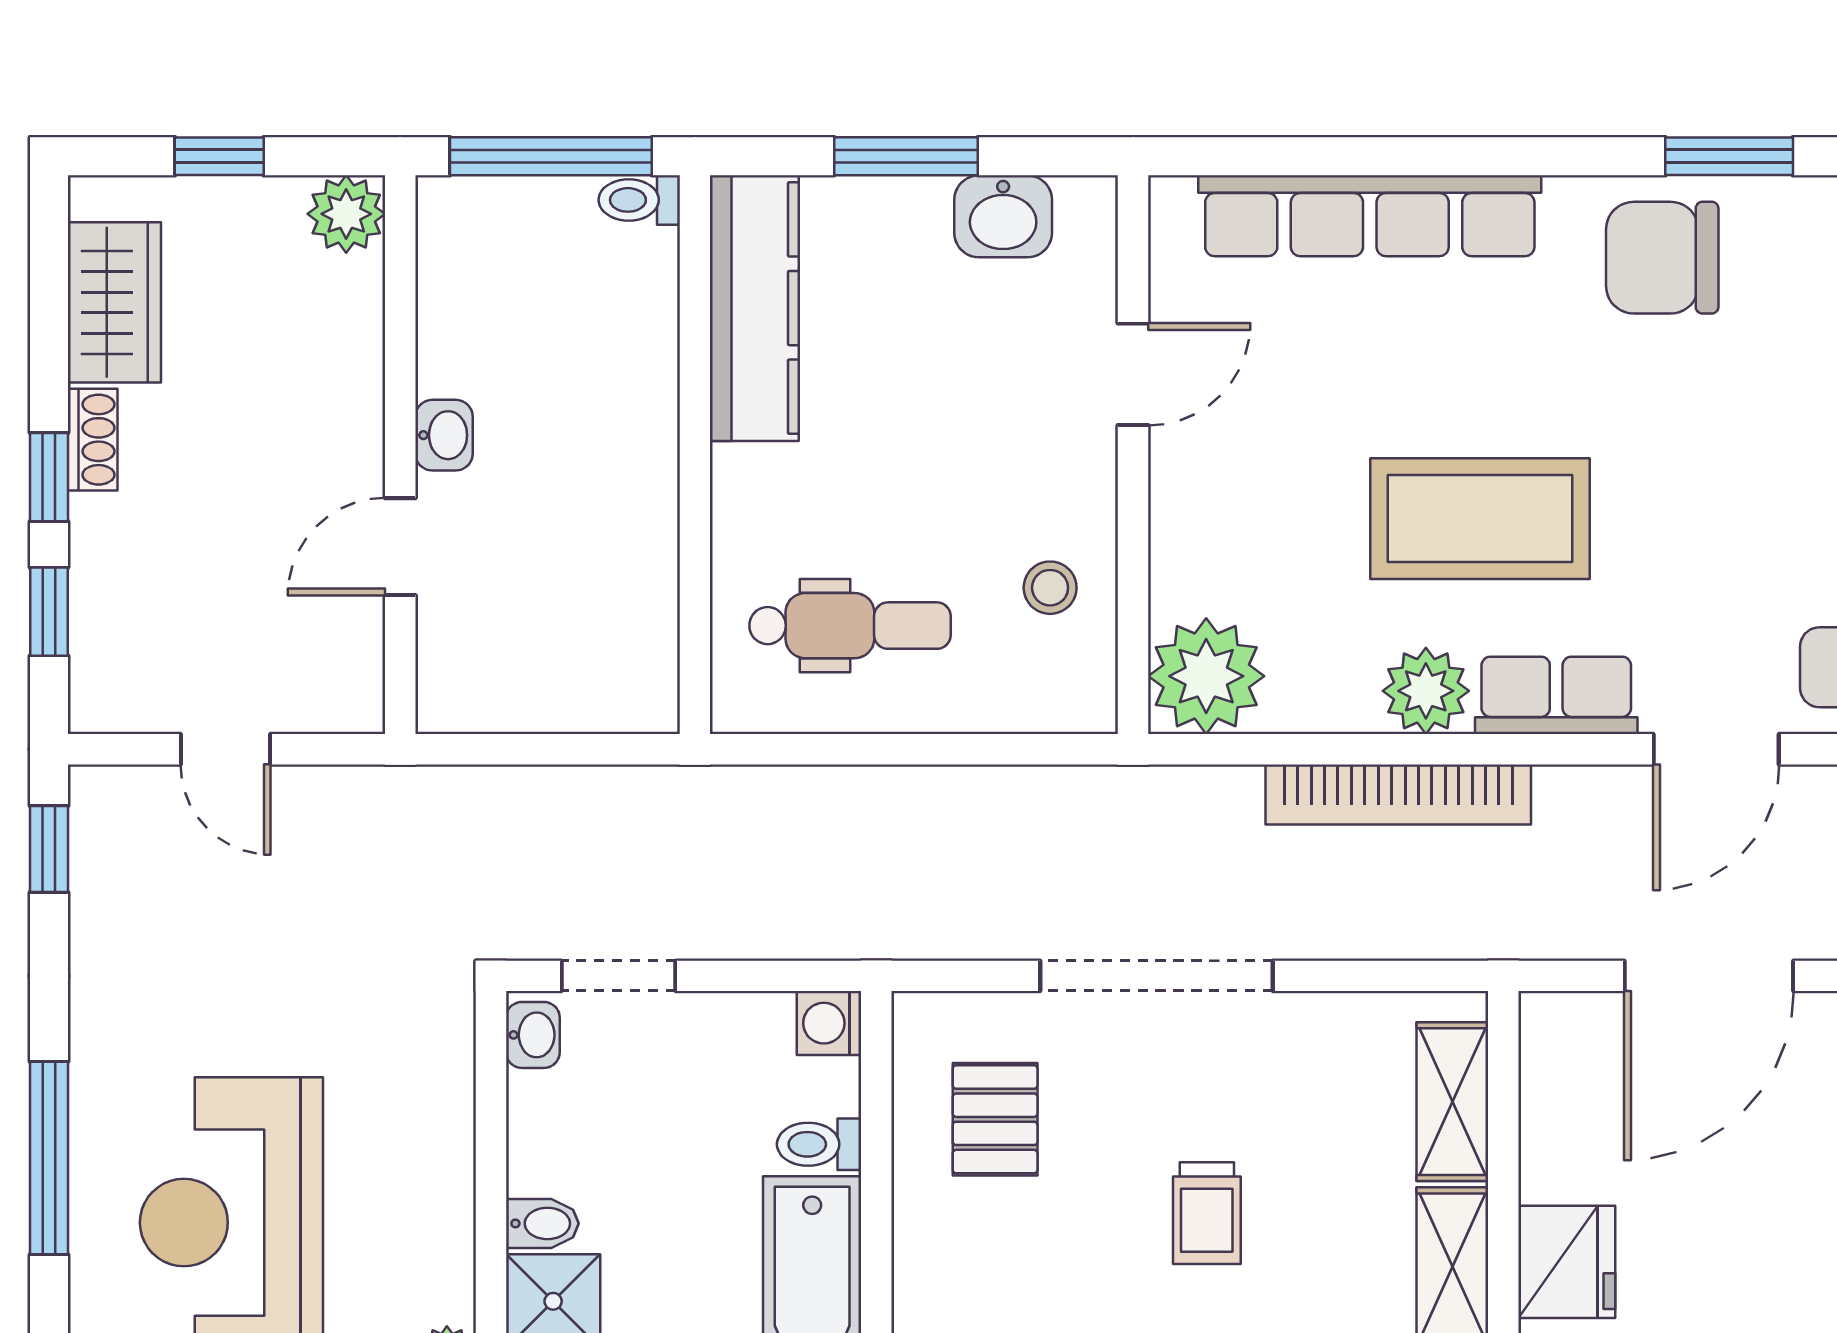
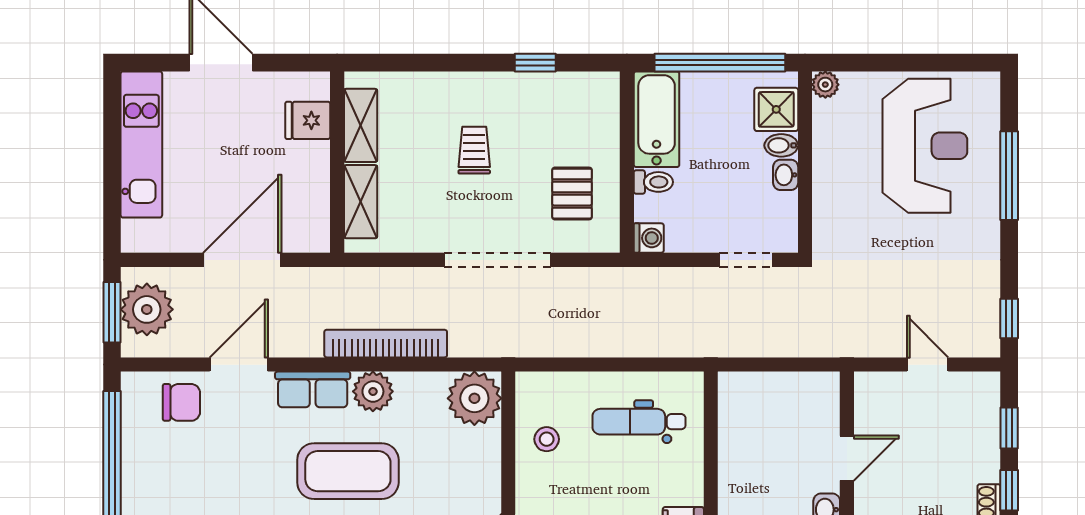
washbasin: (533, 1035) -> (786, 175), moved
fridge: (1567, 1262) -> (308, 120), width x0.72

